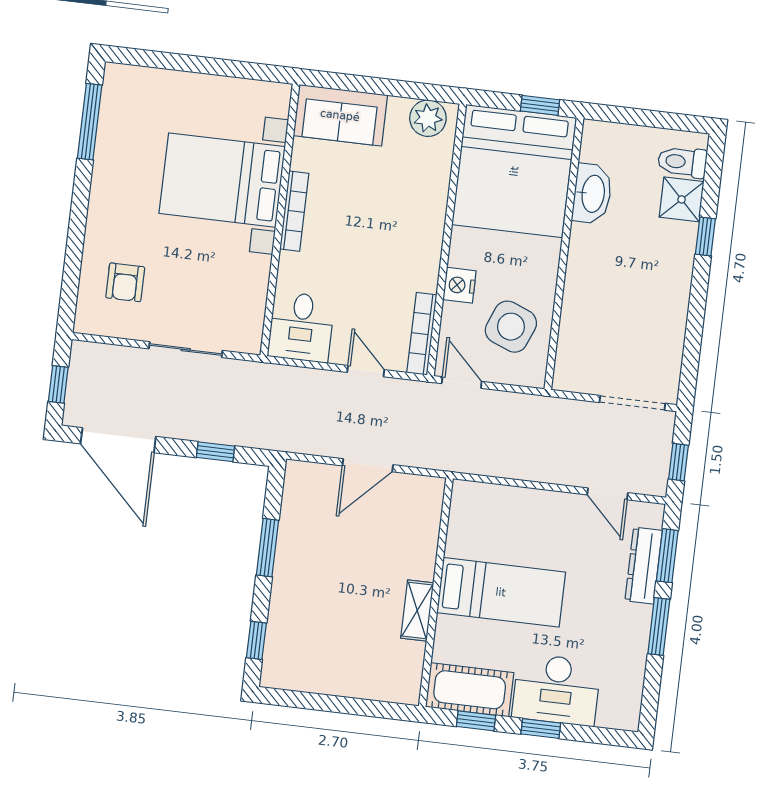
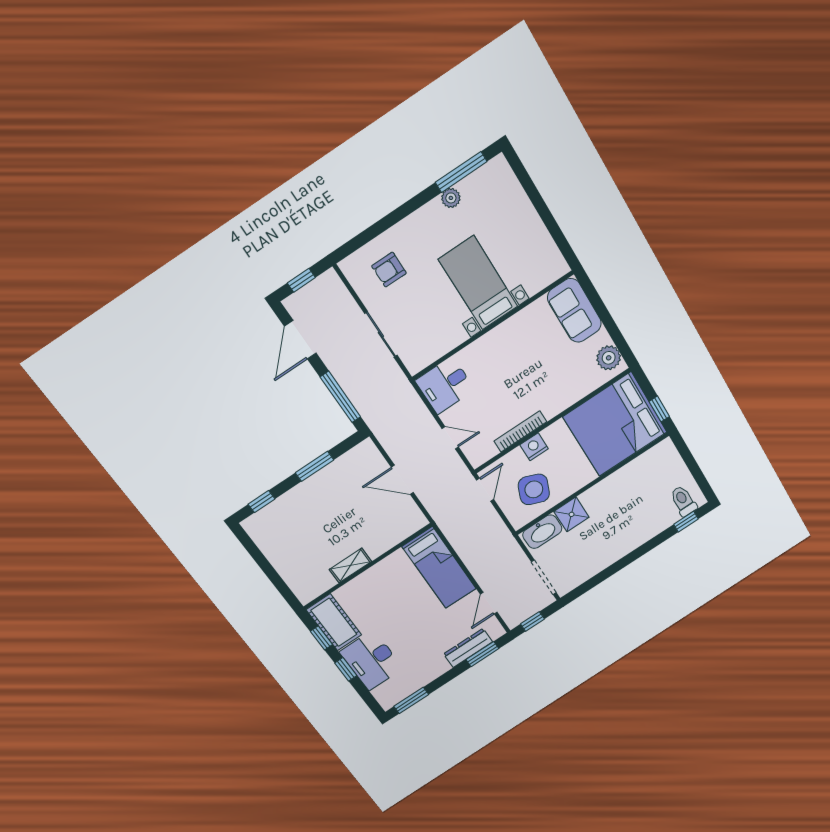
plant: (107, 154) -> (451, 198), added
bed with nightstands: (222, 180) -> (478, 283), width x0.73
washbasin: (592, 194) -> (542, 532), moved
shower: (682, 199) -> (572, 514), moved
bookcase: (294, 211) -> (504, 329), removed
window: (705, 236) -> (686, 522), moved
bookcase: (422, 334) -> (520, 431), moved
door: (366, 371) -> (450, 438), hinge flipped
door: (118, 440) -> (300, 340), width x0.73
window: (216, 452) -> (340, 397), width x2.17
bed: (501, 592) -> (439, 568), moved
window: (659, 626) -> (411, 700), moved

